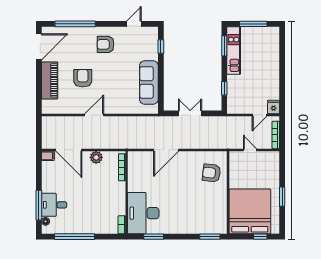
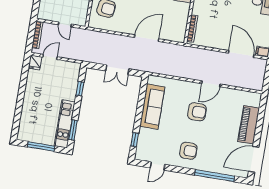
armchair: (83, 78) -> (197, 112), moved, turned -90
plant: (96, 157) -> (216, 42), removed

